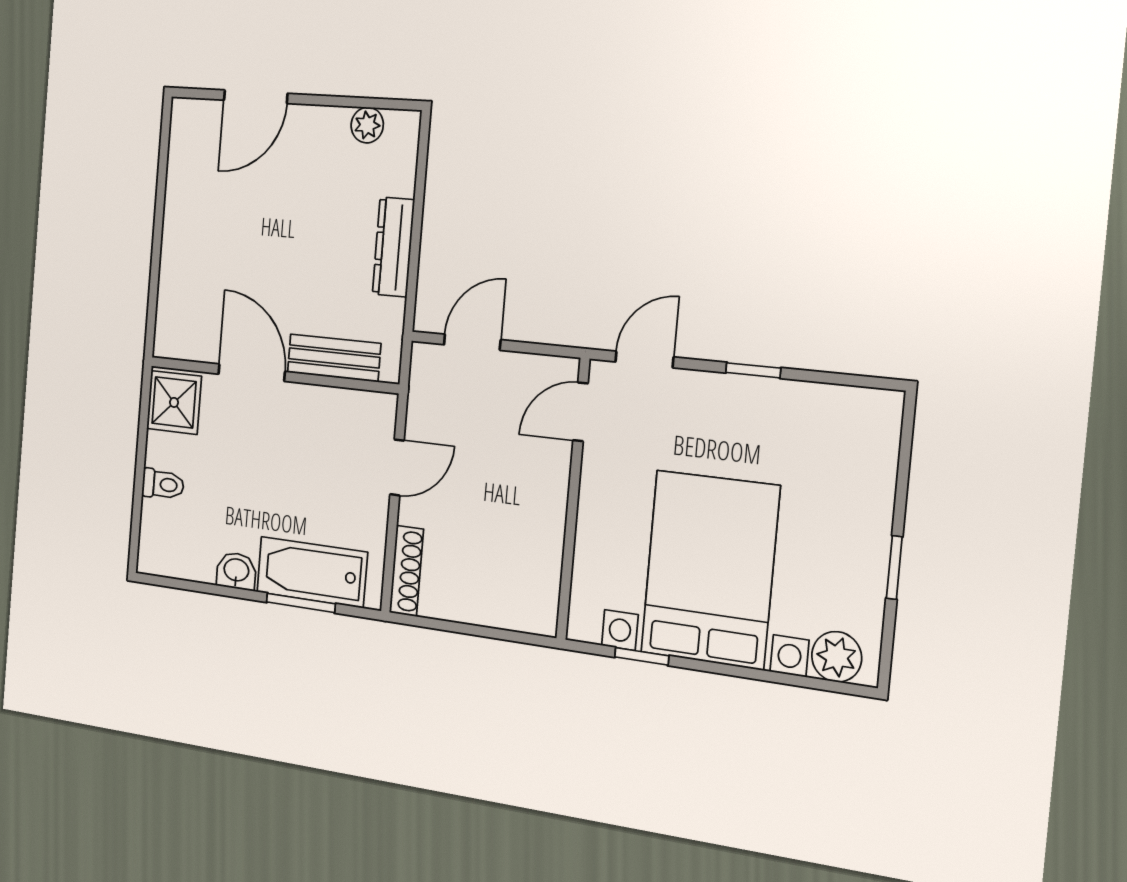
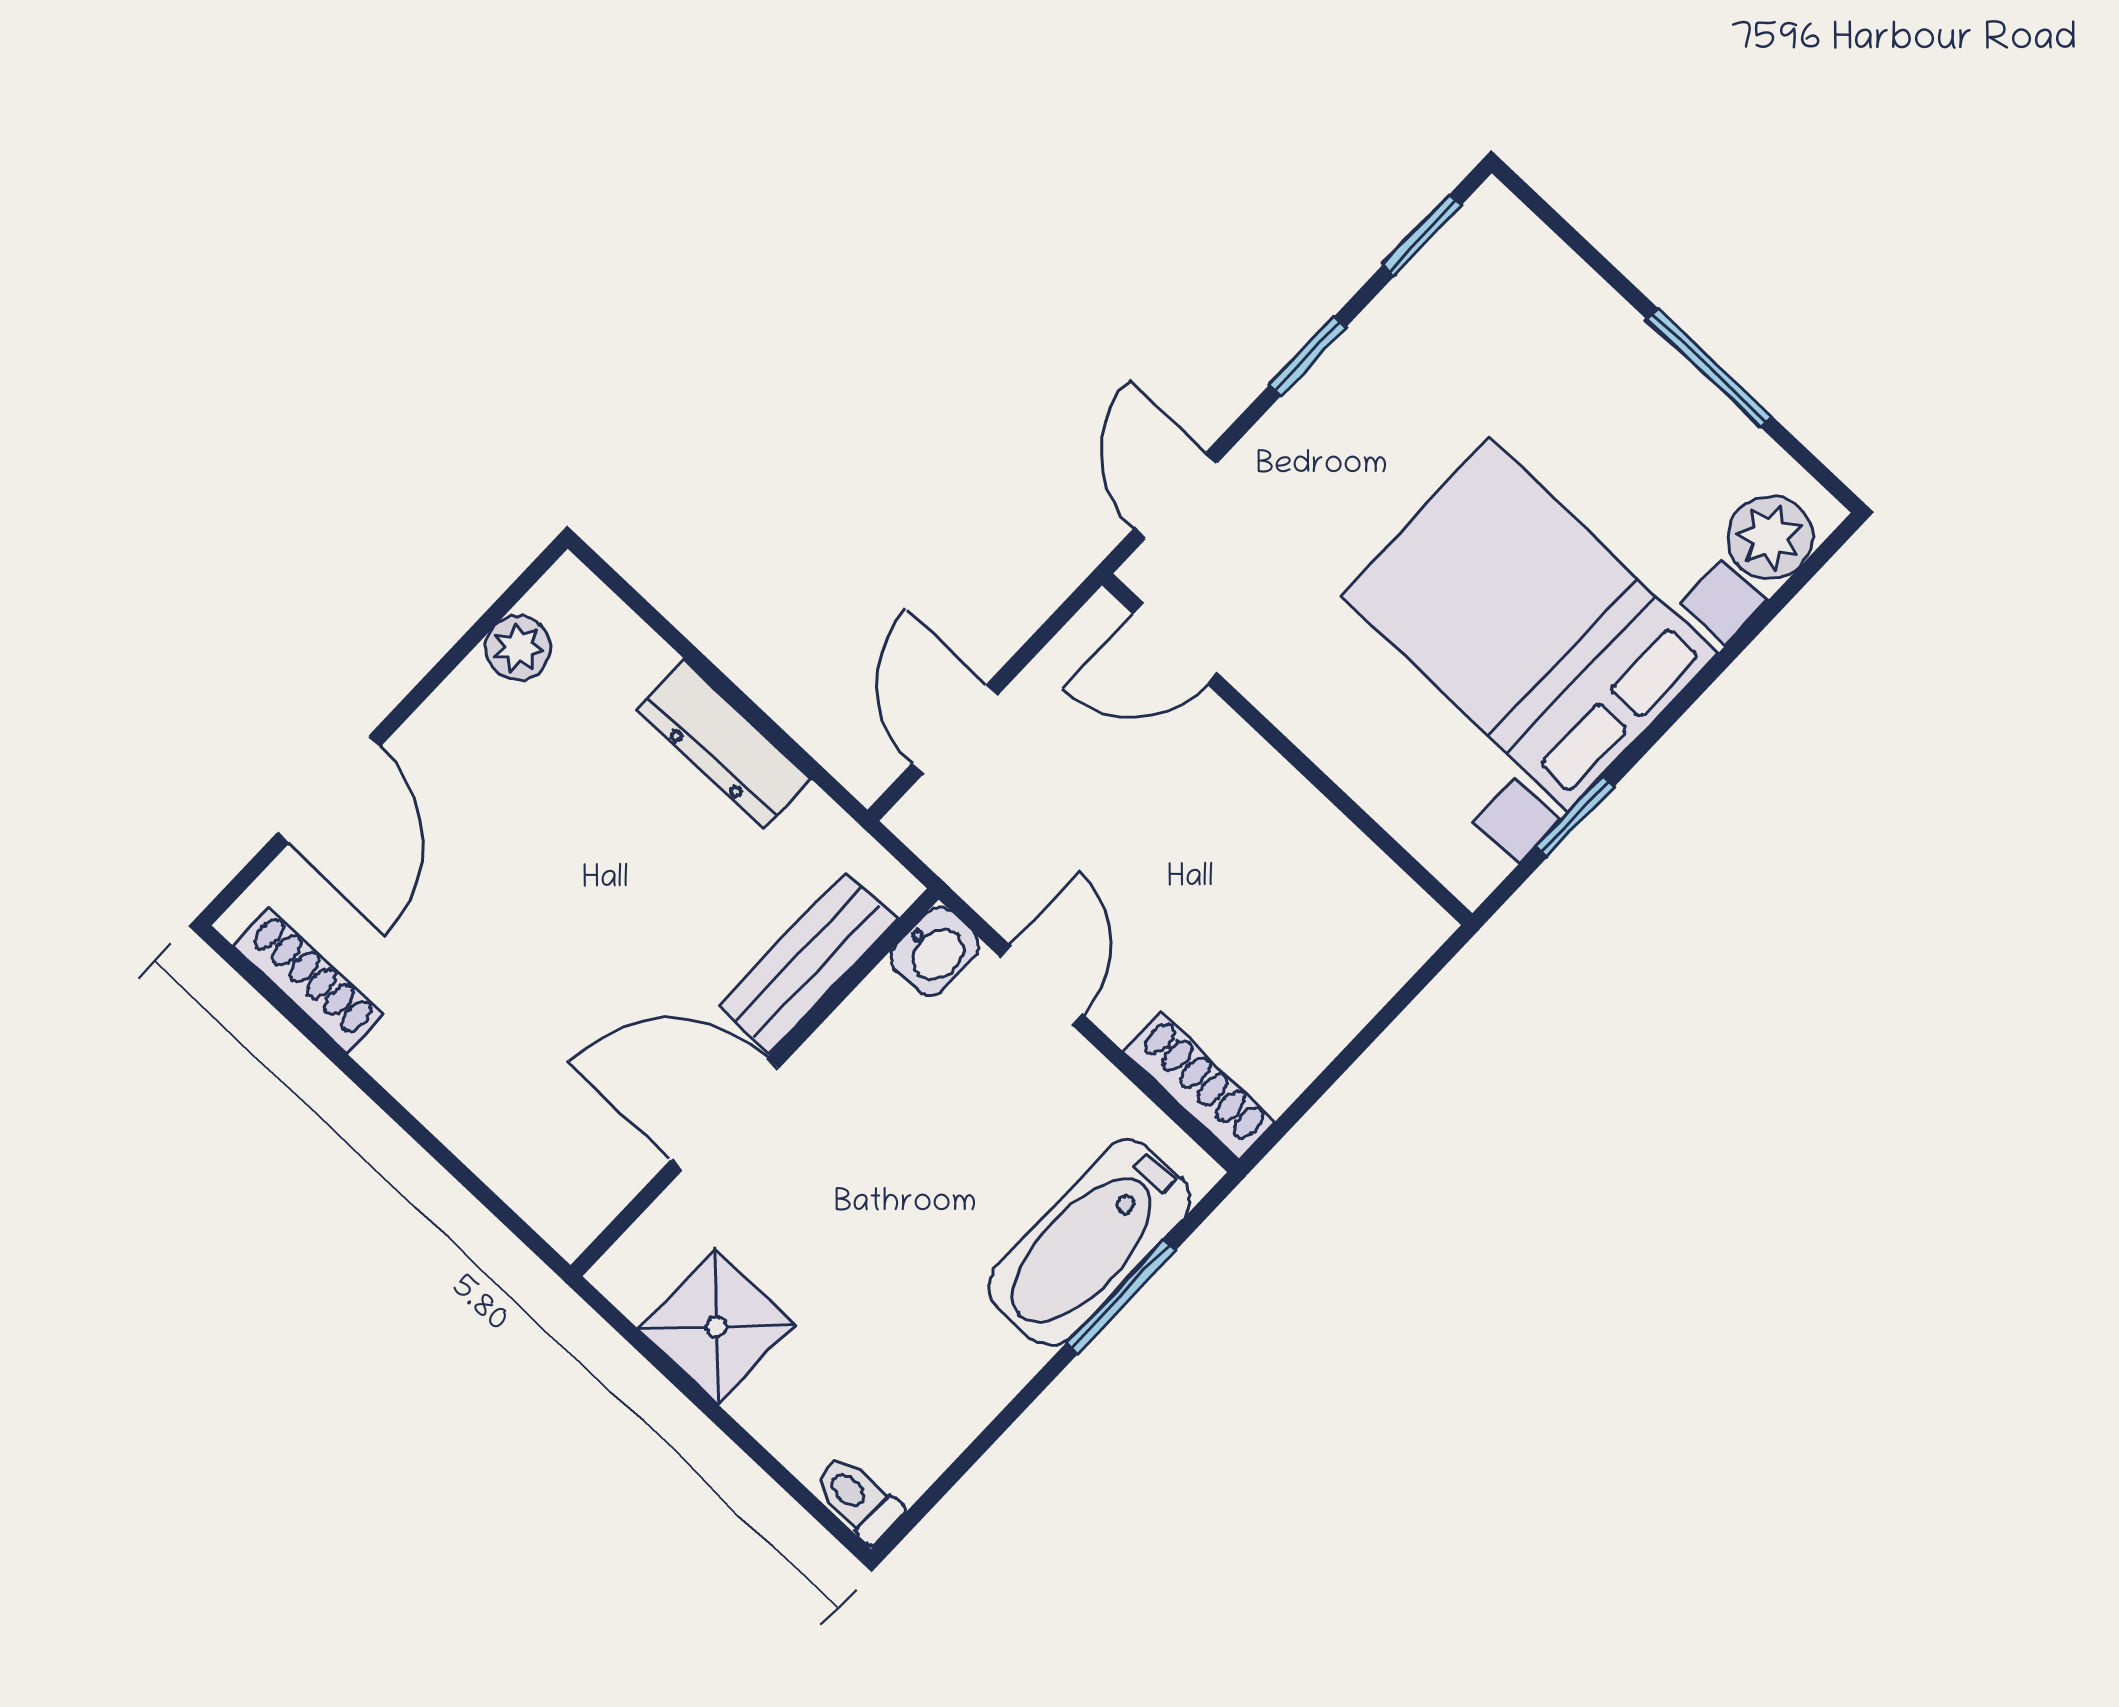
shoe rack: (180, 155) -> (308, 980), added
window: (850, 380) -> (1422, 235), added
shower: (174, 402) -> (716, 1327), moved
door: (580, 412) -> (1176, 644), hinge flipped
toilet: (163, 484) -> (857, 1499), moved, turned -90
window: (894, 568) -> (1709, 368), width x1.50
washbasin: (236, 571) -> (935, 951), moved, turned 180

